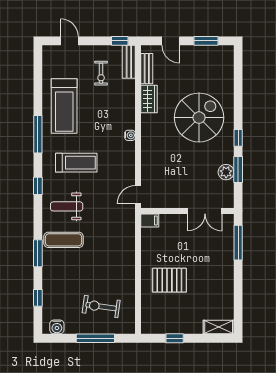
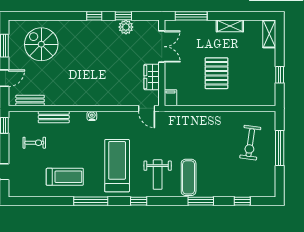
bench: (129, 62) -> (54, 117), moved
wardrobe: (149, 99) -> (152, 77), moved, turned -90
treadmill: (64, 106) -> (65, 177), width x0.73, depth x0.73
spiral stairs: (199, 118) -> (41, 44), moved, width x0.73, depth x0.73
treadmill: (76, 163) -> (117, 166), width x1.37, depth x1.38
window: (238, 169) -> (123, 16), width x0.67
pallet: (169, 280) -> (216, 73), moved
shelving: (227, 285) -> (230, 26), added
water cooler: (57, 327) -> (269, 184), removed

